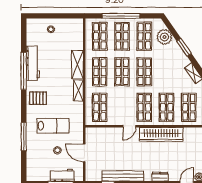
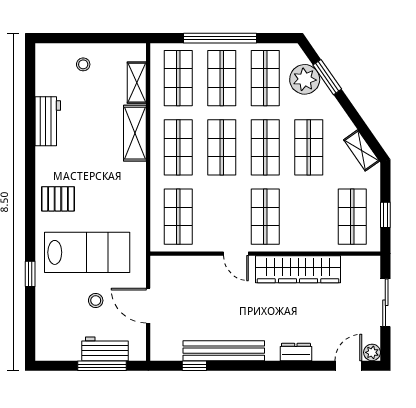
window: (184, 47) -> (327, 77), moved
workbench: (33, 63) -> (48, 121), width x0.73
window: (24, 71) -> (30, 146), removed
shelving: (78, 90) -> (137, 83), moved
shop shelf: (167, 107) -> (309, 147), moved
lab bench: (53, 126) -> (87, 252), width x1.36, depth x1.39
door: (129, 126) -> (236, 254), hinge flipped
window: (24, 137) -> (30, 274), width x0.46

